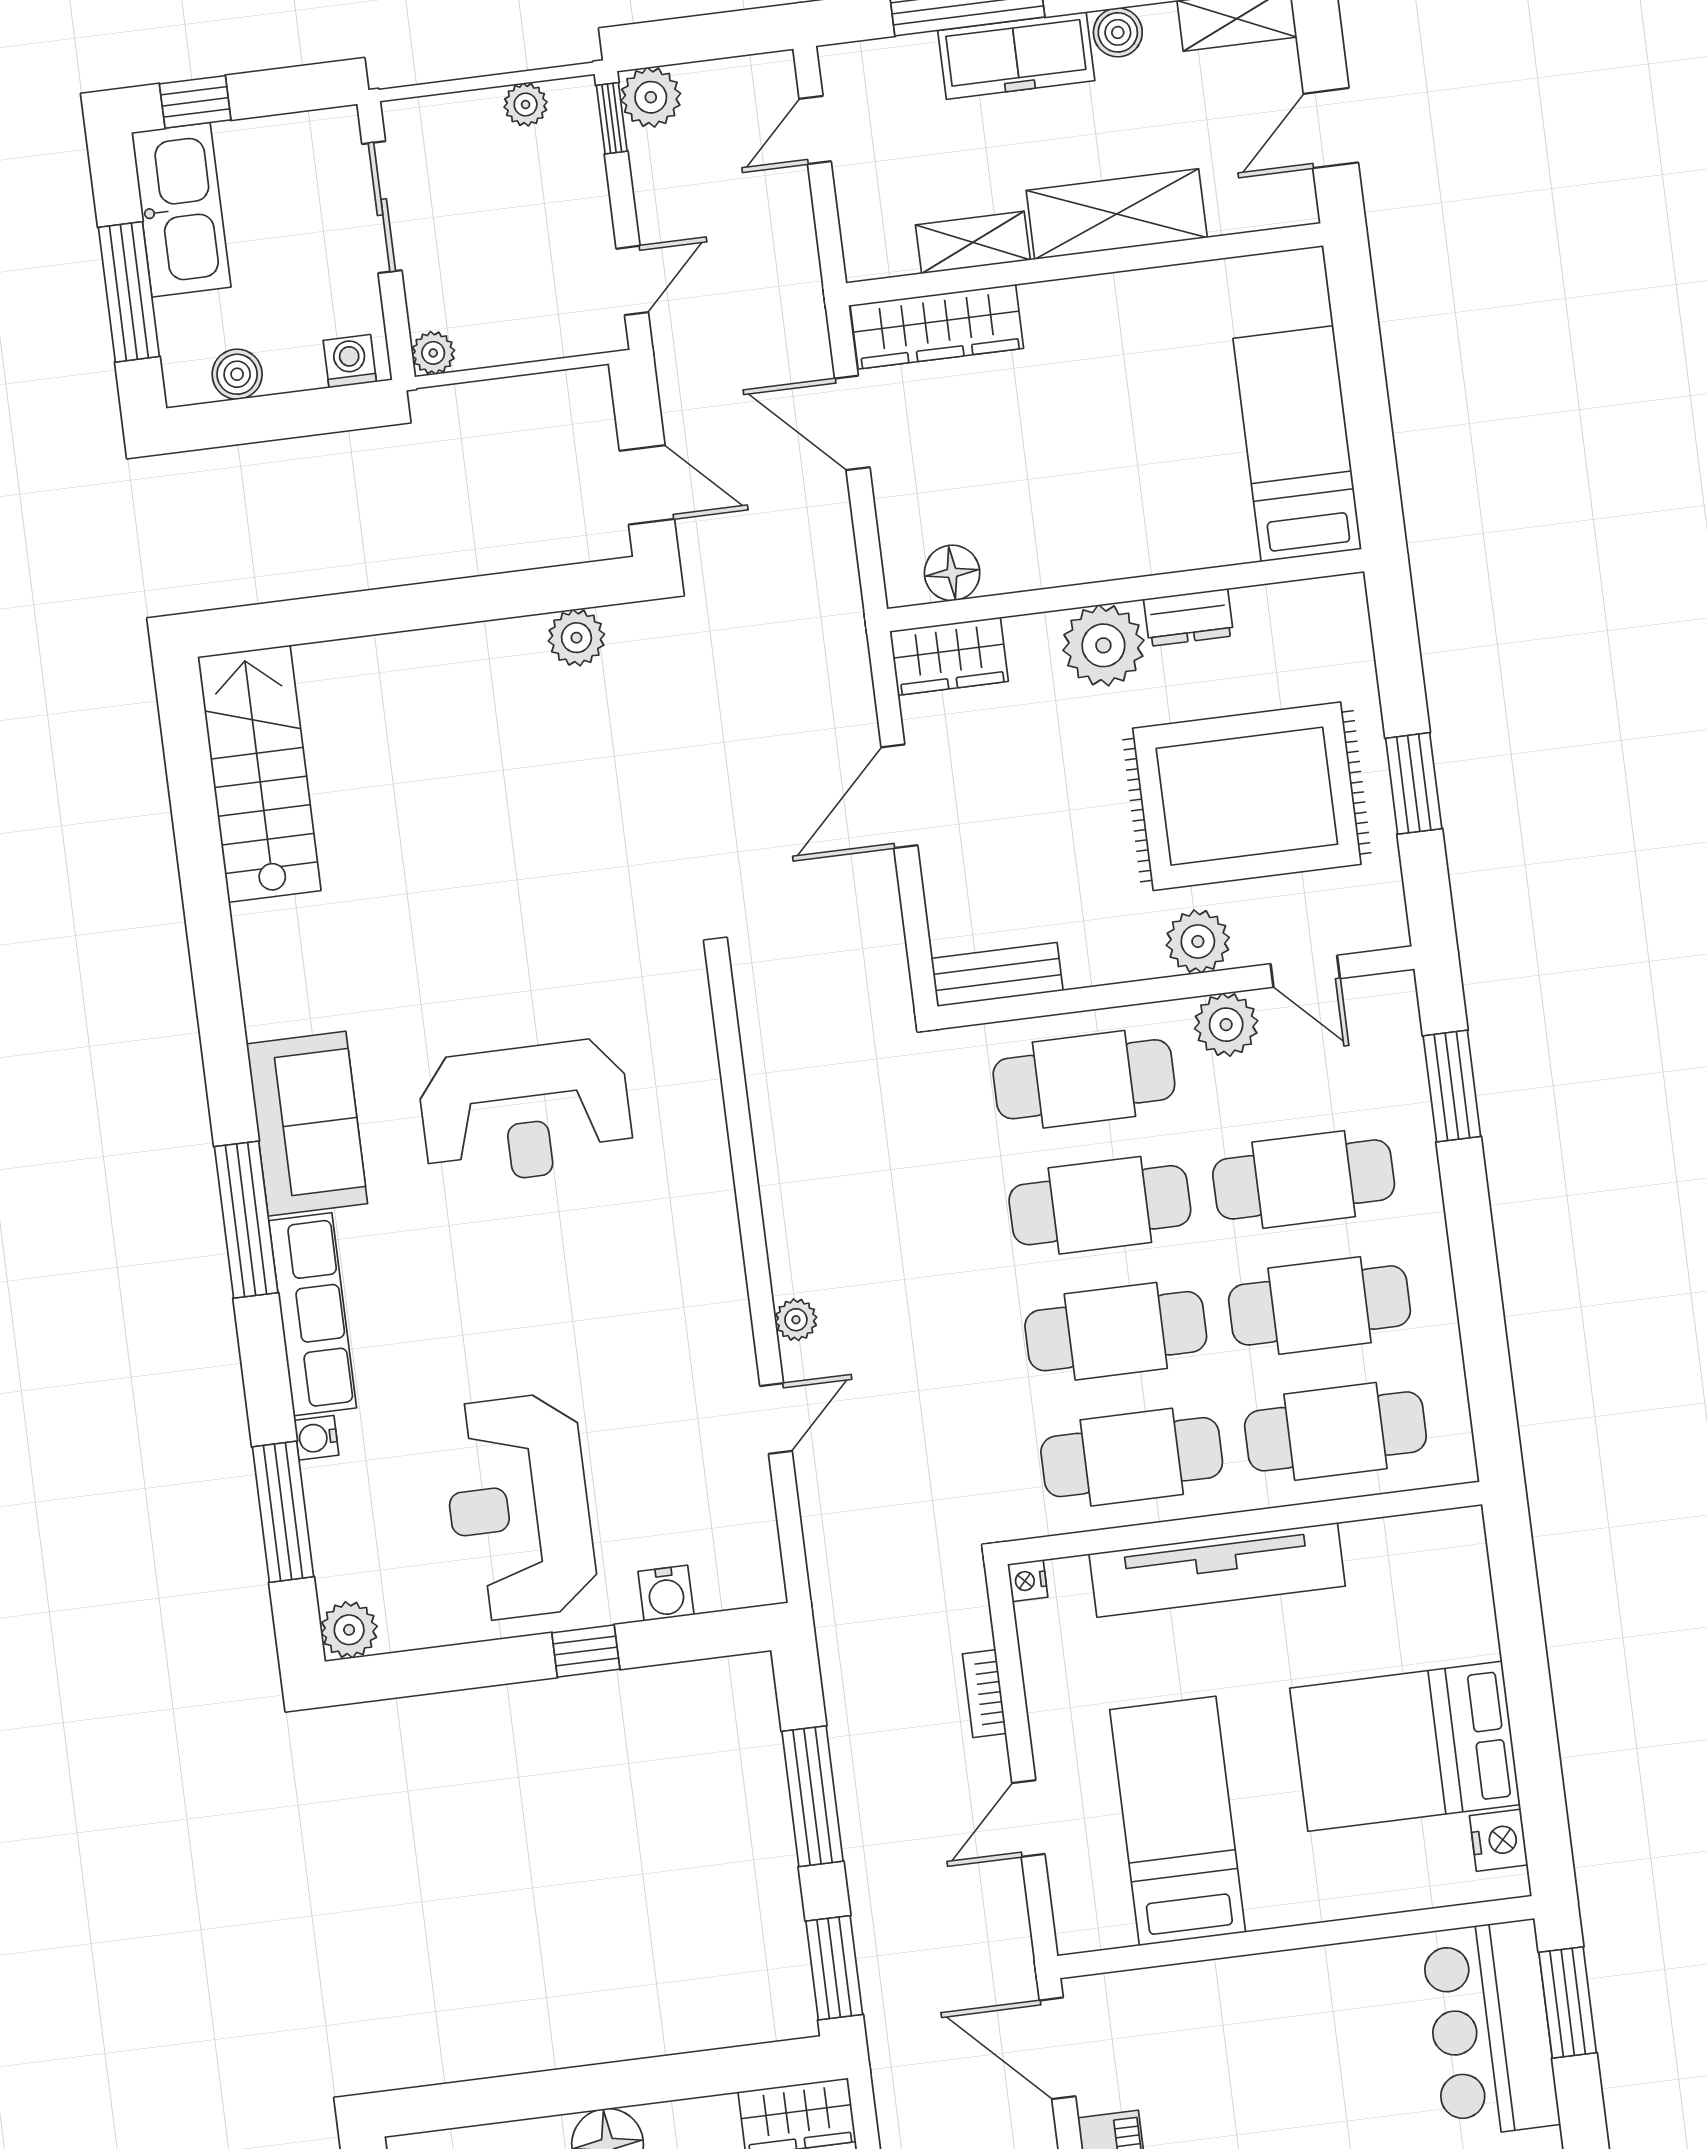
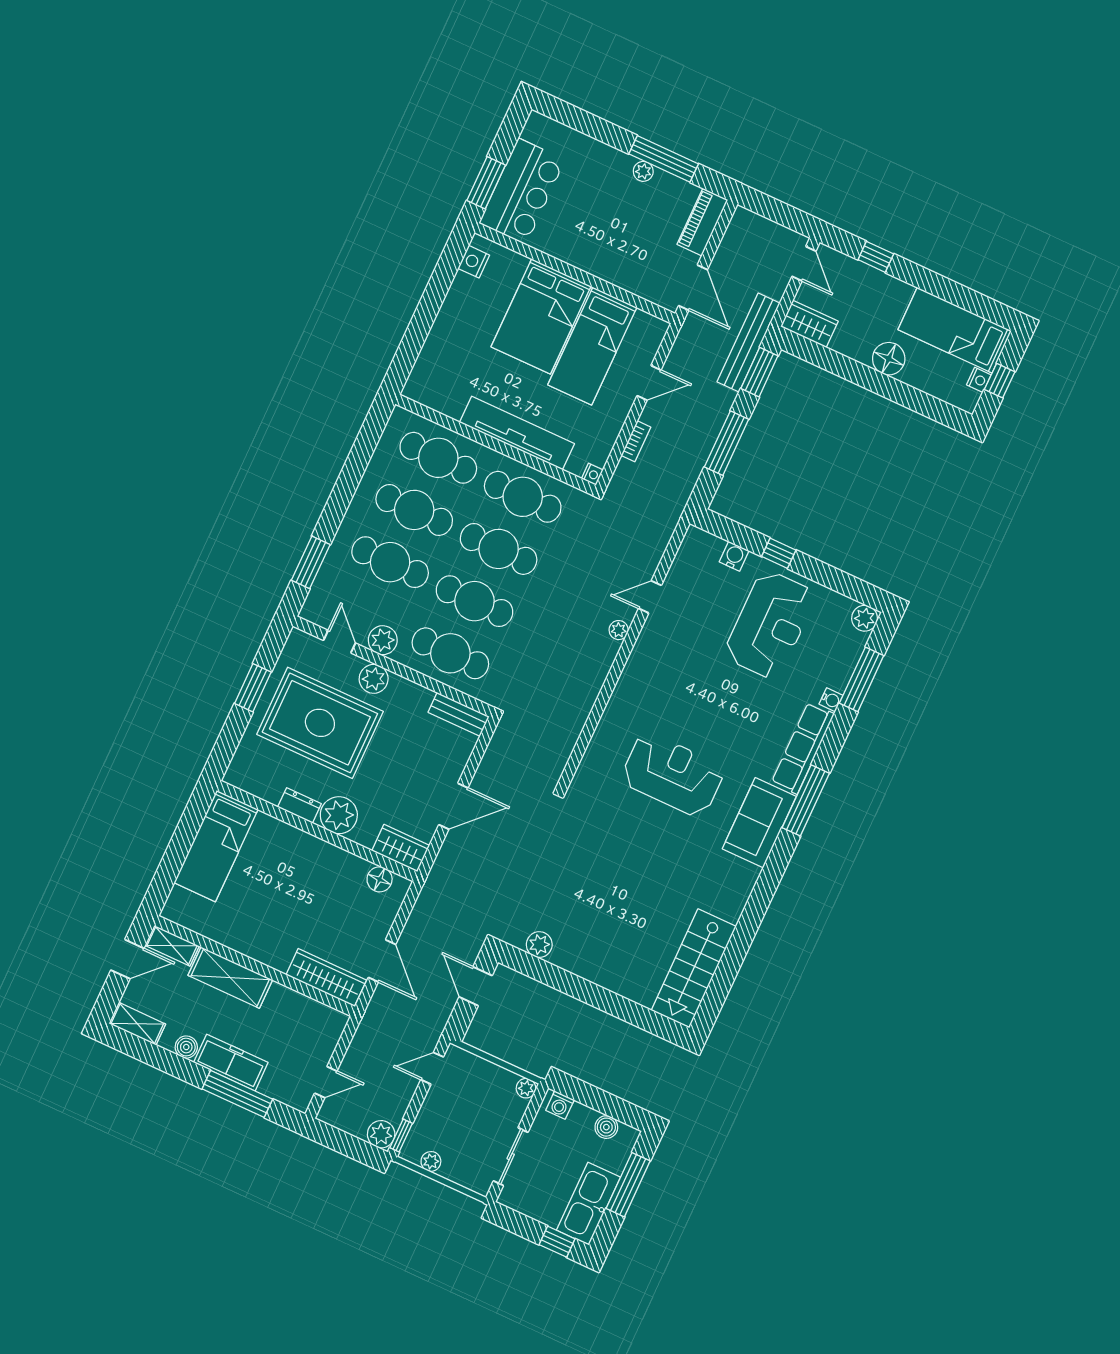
shelving: (973, 242) -> (172, 946), moved
bed: (1405, 1746) -> (541, 316), moved, turned 90
bench: (889, 2011) -> (749, 343), added

